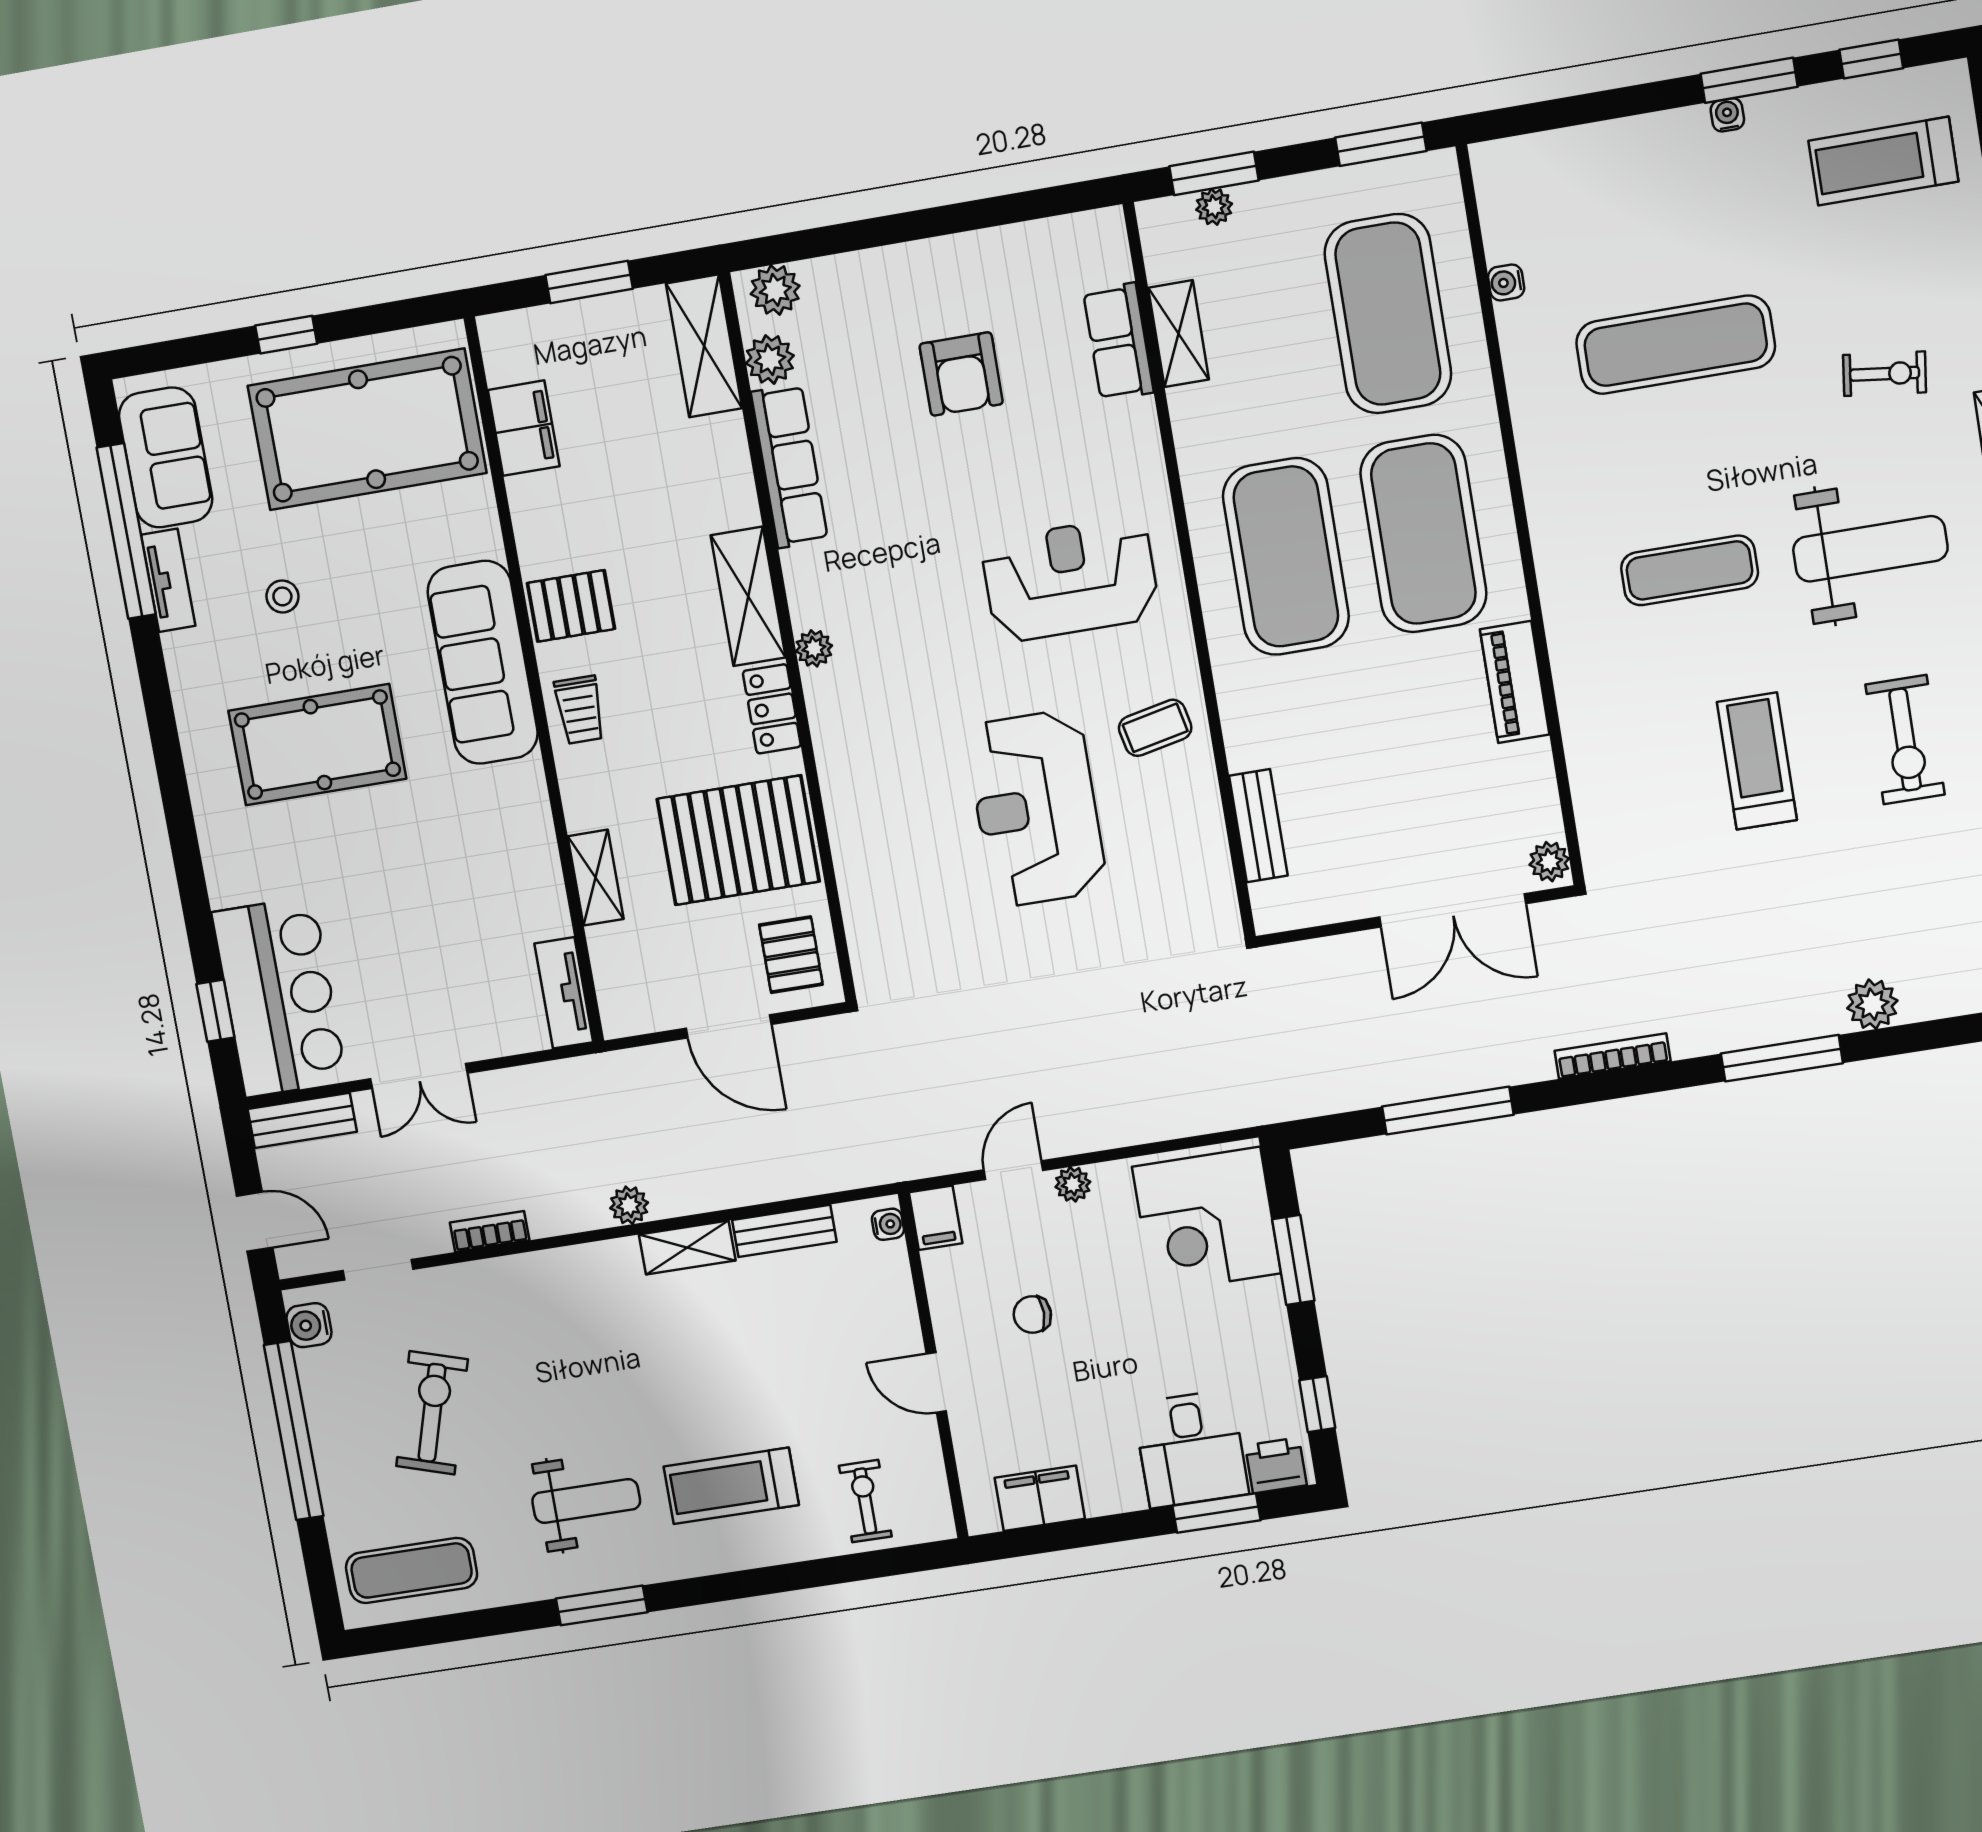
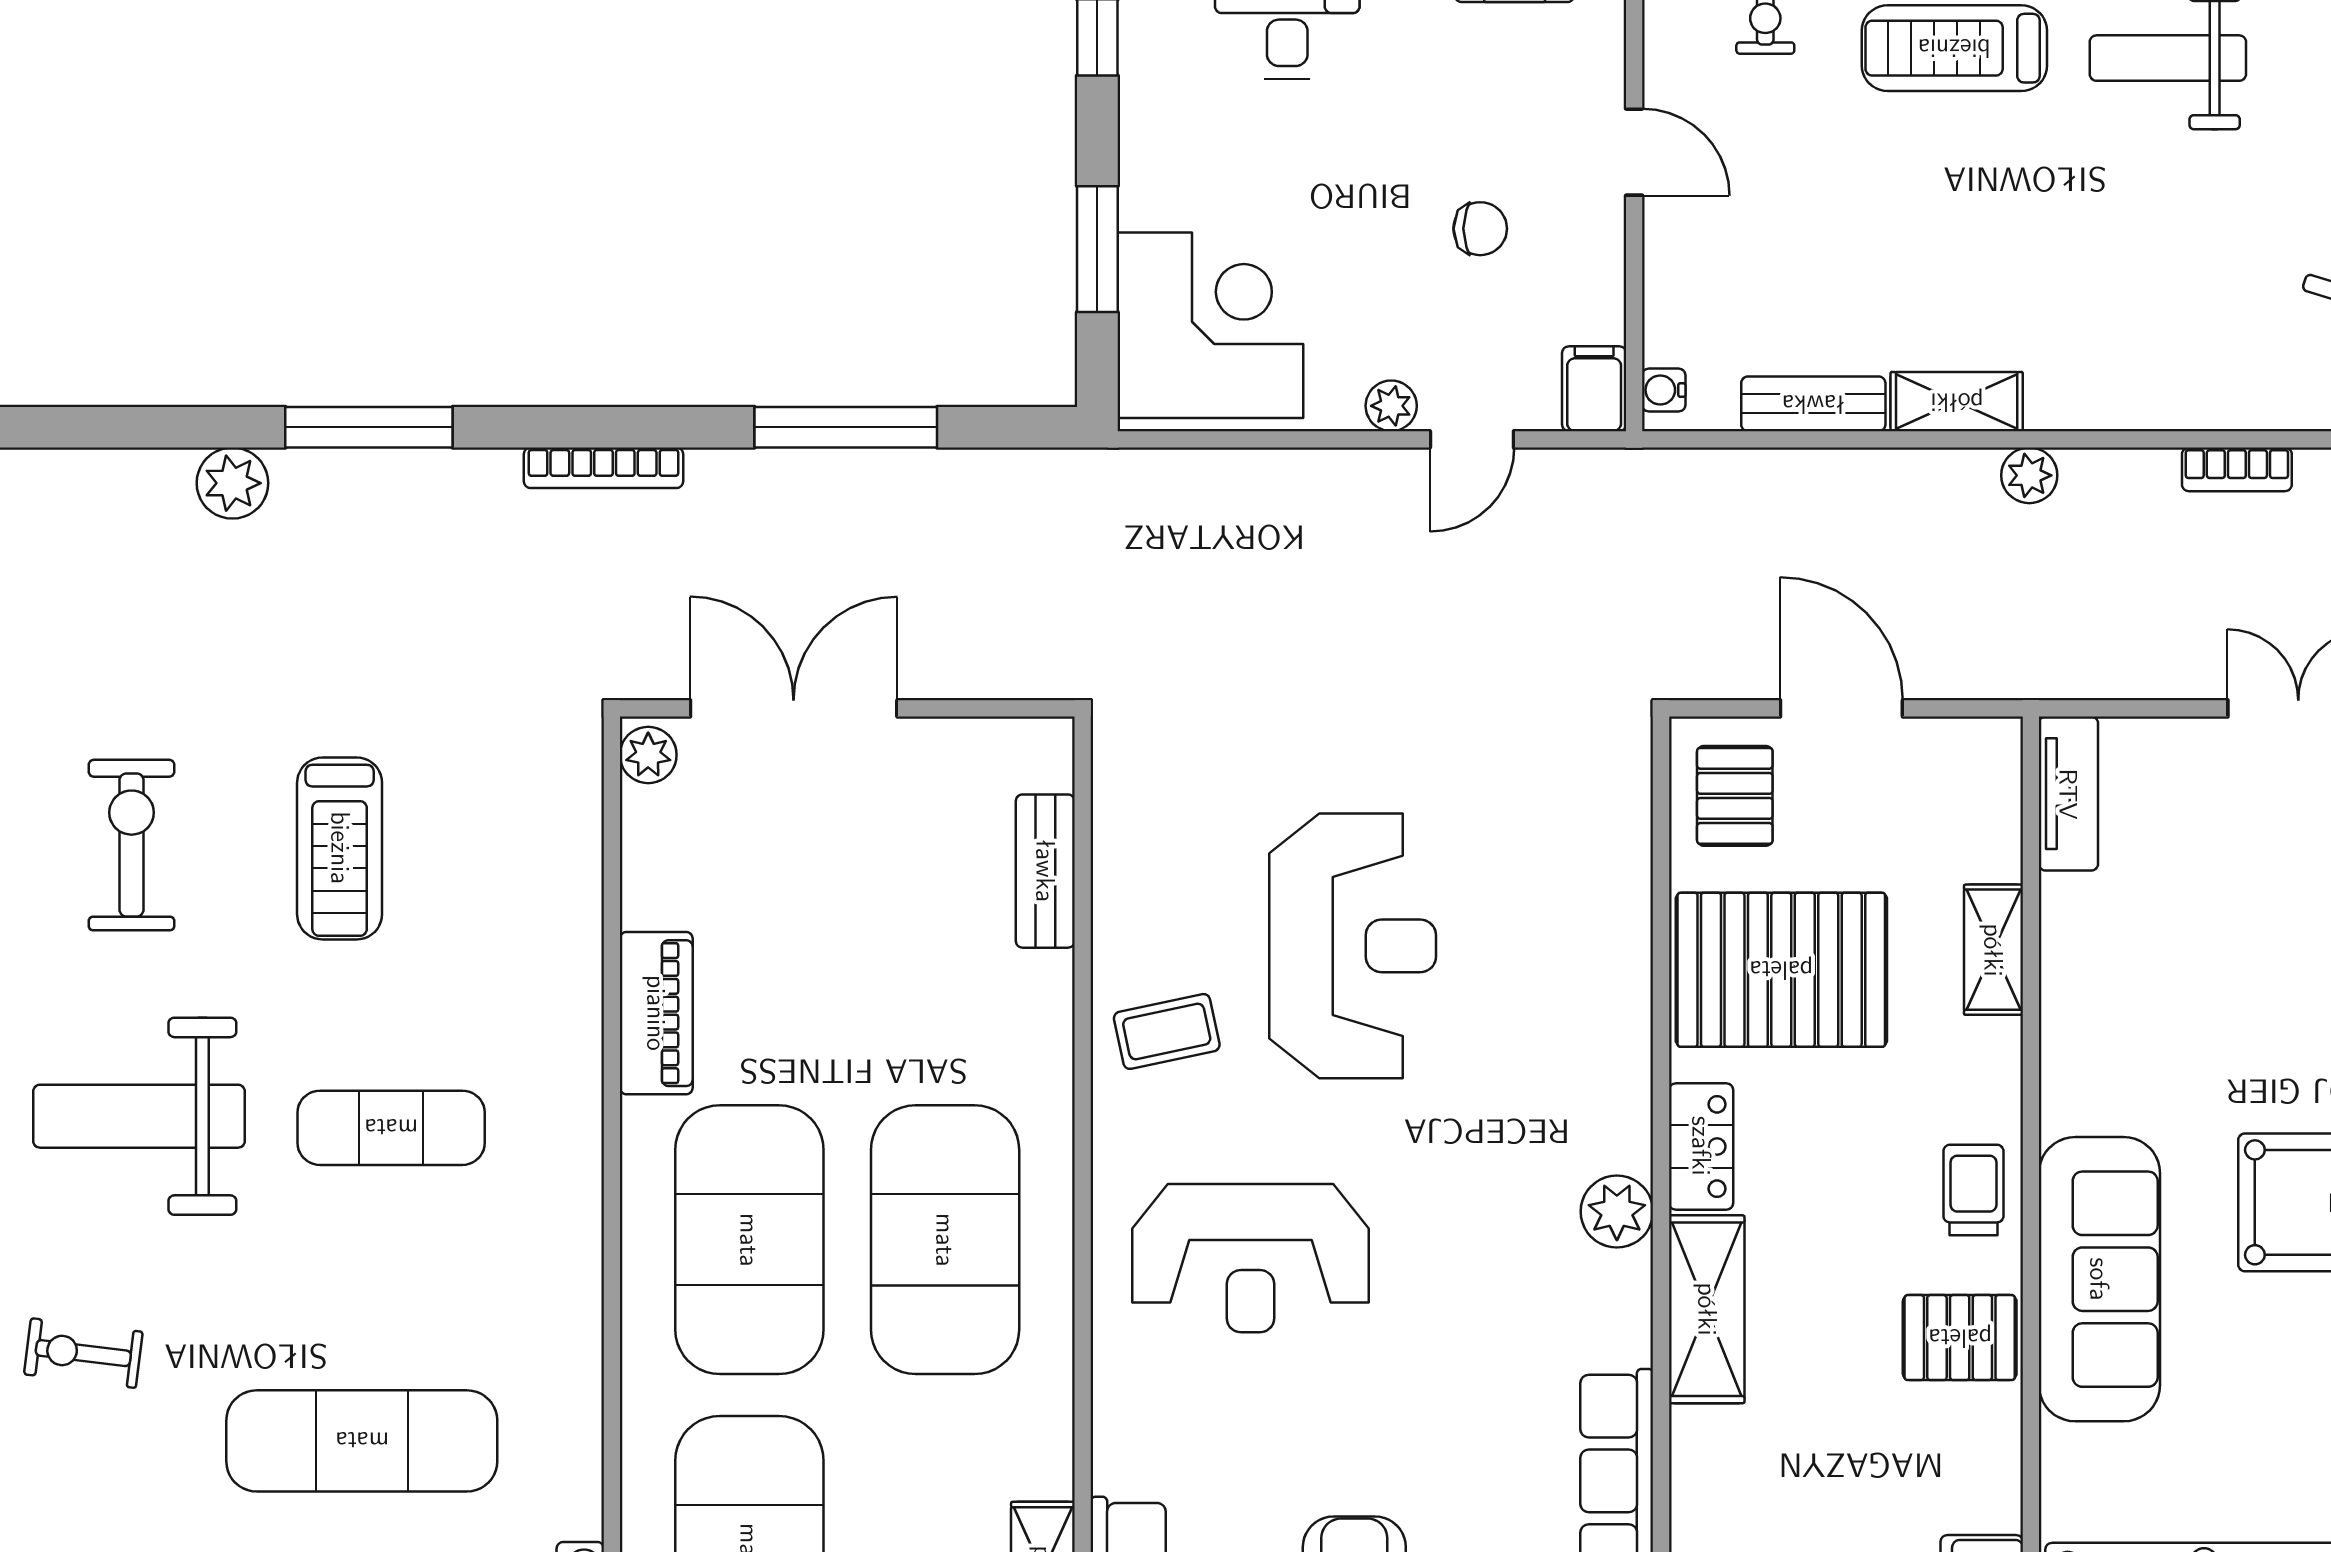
plant: (814, 648) -> (1617, 1212), width x1.38, depth x1.38
treadmill: (731, 1486) -> (1954, 48), turned 180

